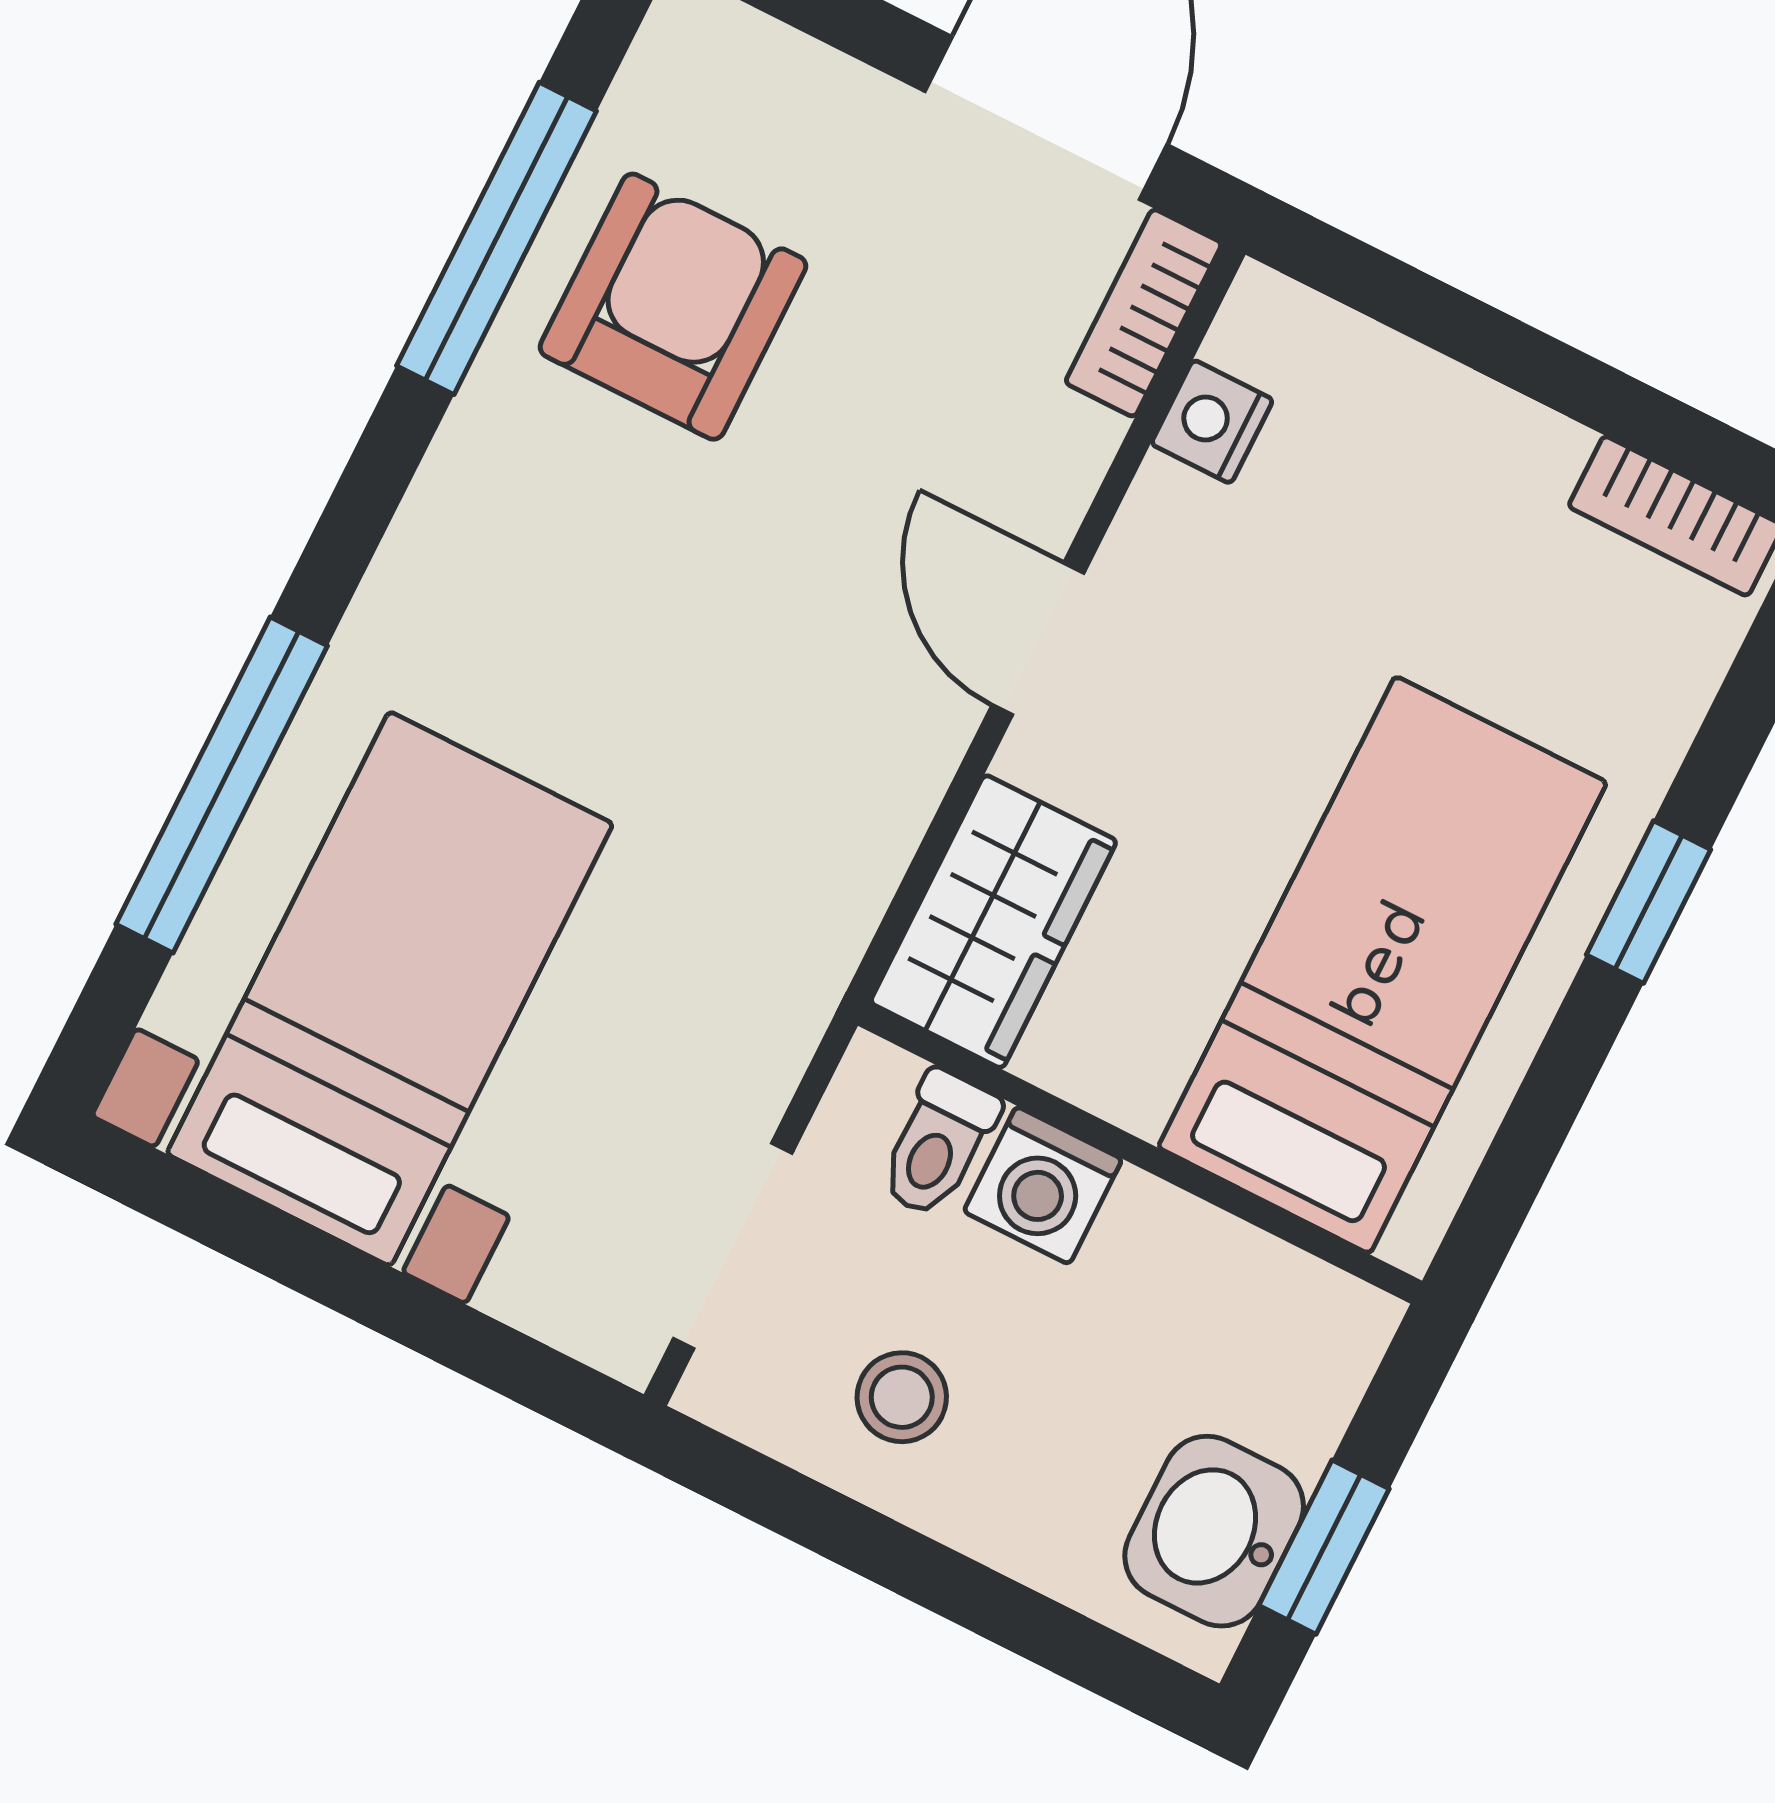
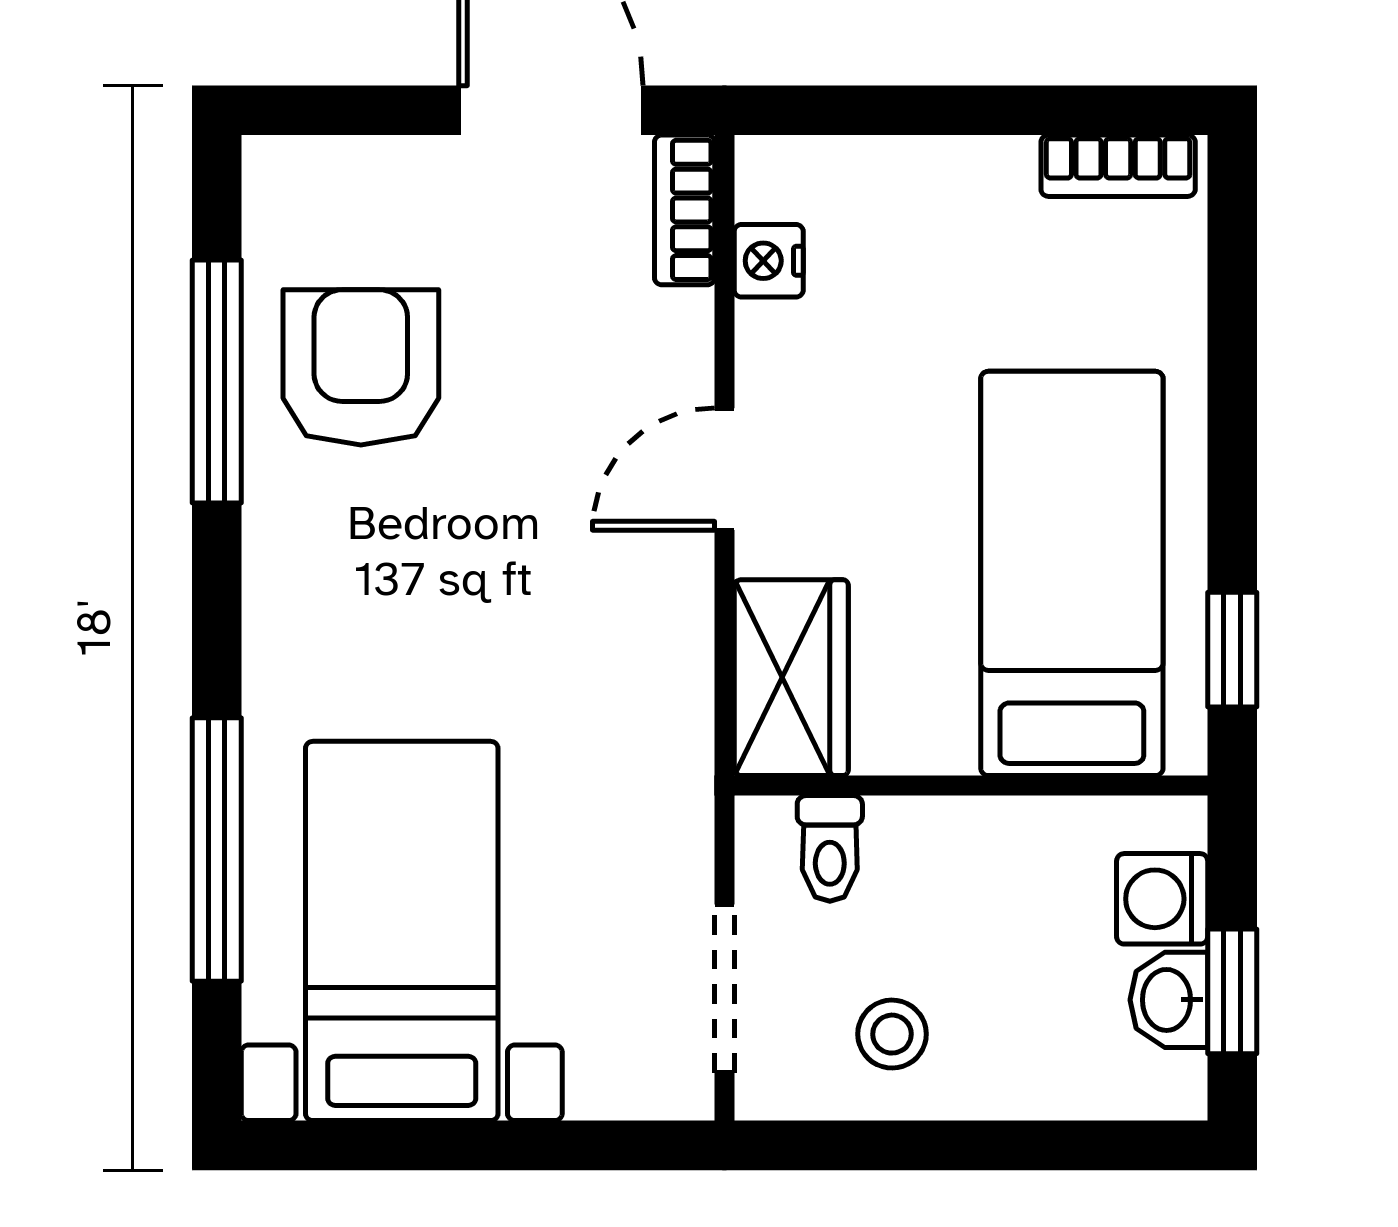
door: (1038, 639) -> (724, 469), hinge flipped
window: (1648, 902) -> (1232, 650), moved
washing machine: (1043, 1185) -> (1162, 899), moved, turned 90
washbasin: (1214, 1531) -> (1169, 1000), width x0.72, depth x0.69

